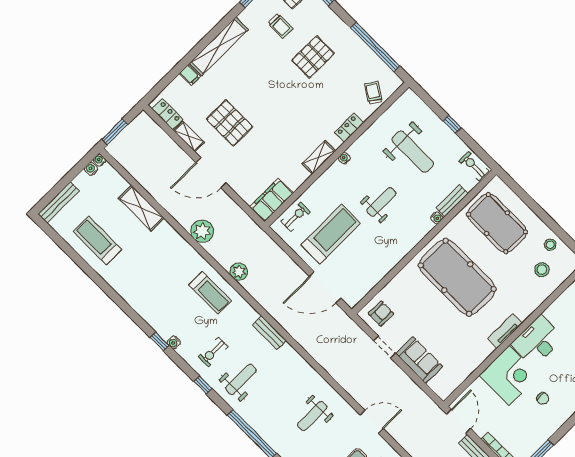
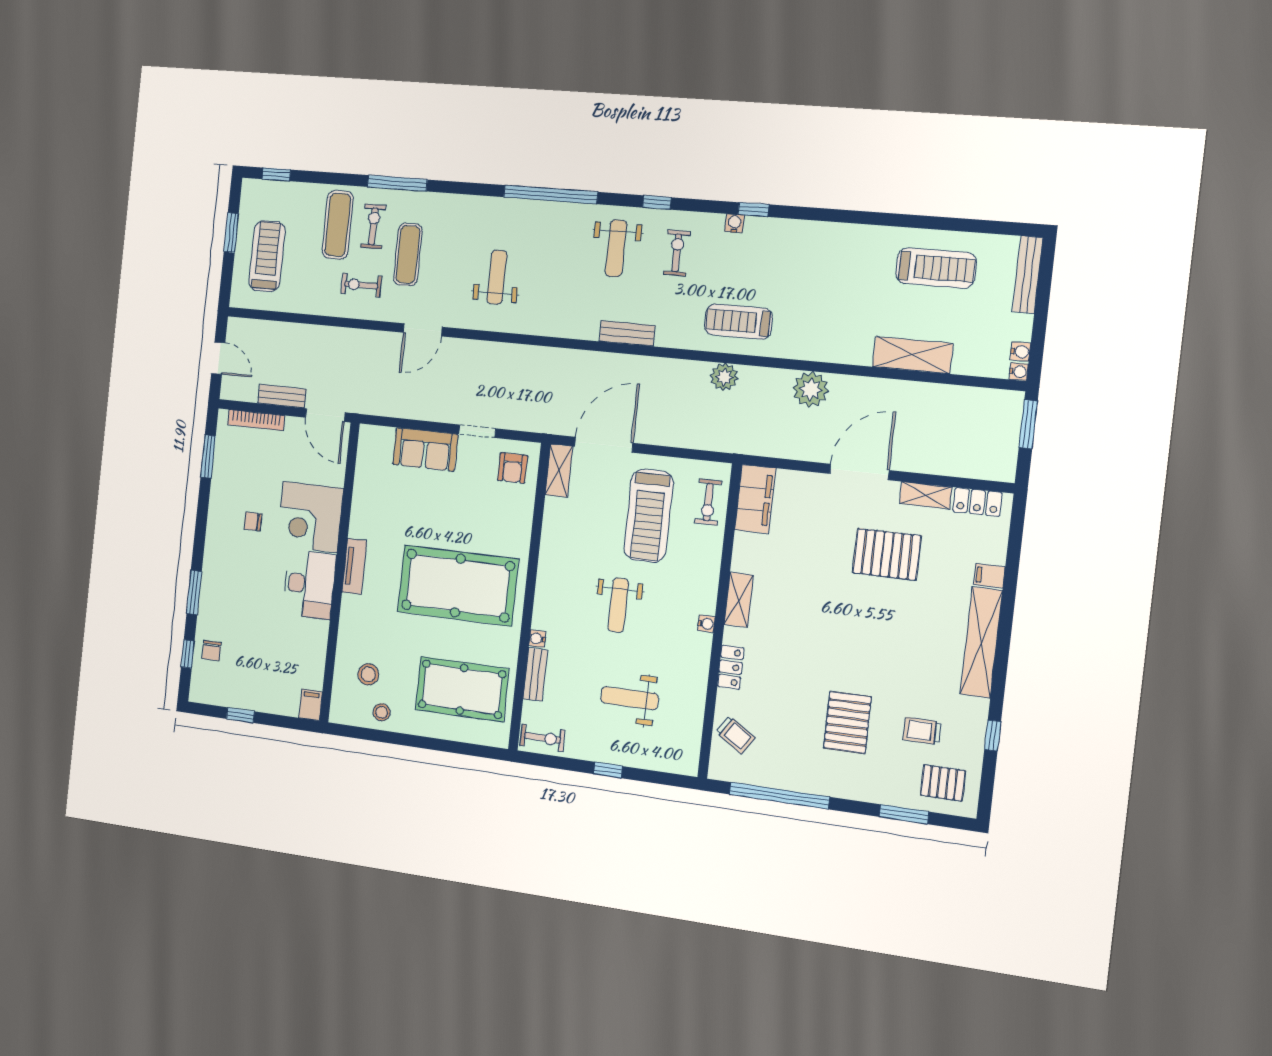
weight bench: (413, 152) -> (629, 698), width x0.73, depth x0.75
shelving: (358, 293) -> (559, 471), added

